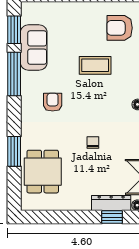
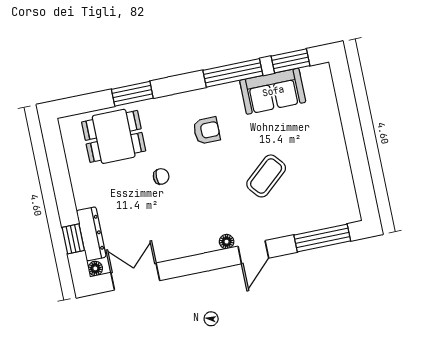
armchair: (120, 28) -> (321, 198), removed
coffee table: (95, 65) -> (266, 176), turned 49
chair: (93, 143) -> (161, 176), moved

